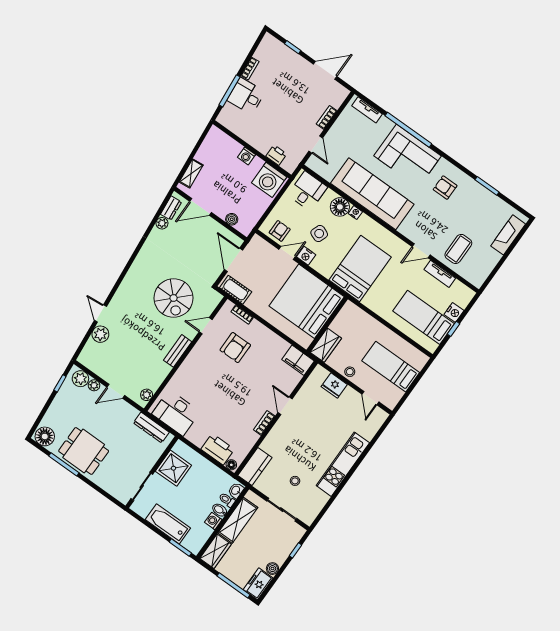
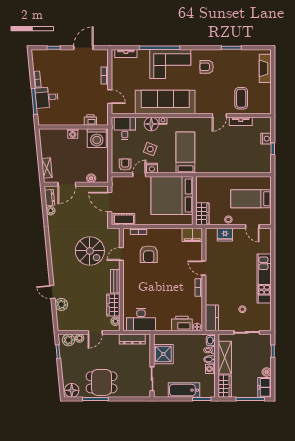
bed: (360, 268) -> (185, 153), width x0.67
bed: (424, 317) -> (250, 155), removed
wardrobe: (157, 375) -> (113, 305), added

